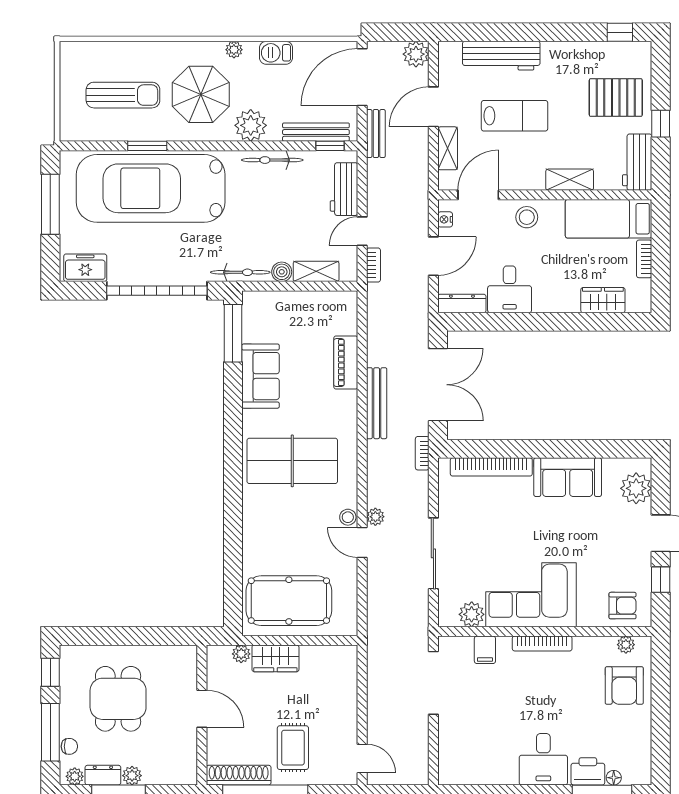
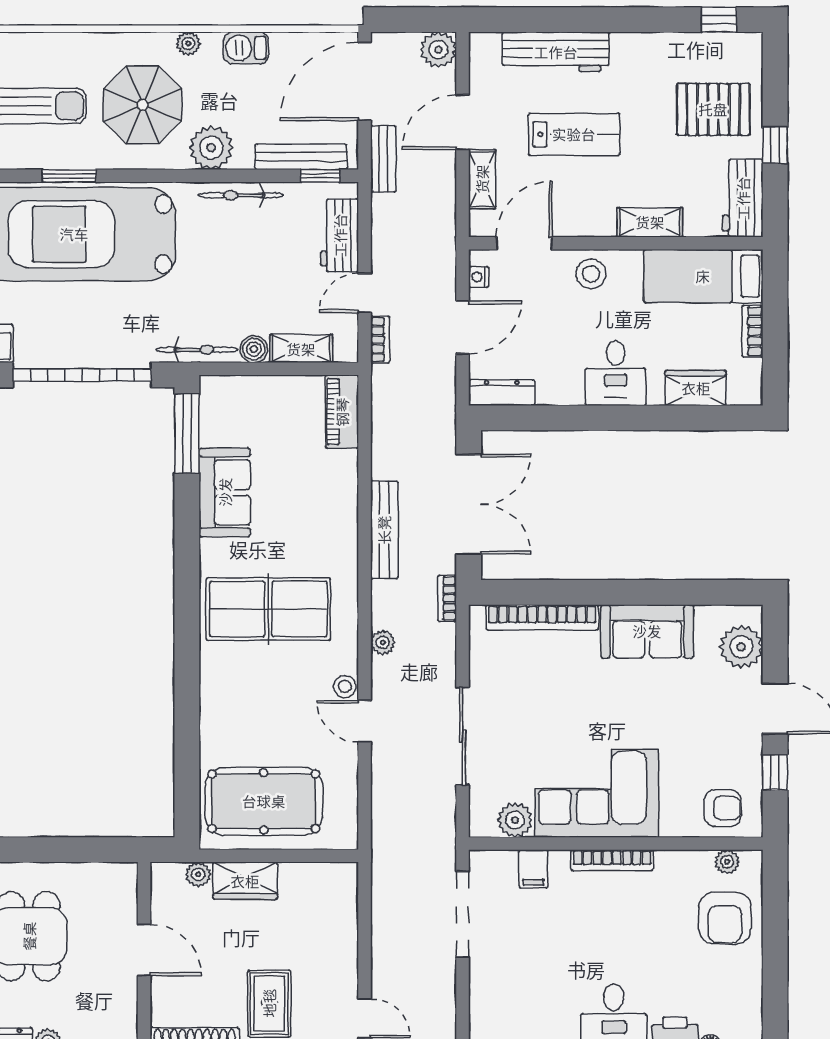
desk: (510, 289) -> (616, 373), moved
piano: (346, 363) -> (342, 412), moved
plant: (375, 517) -> (383, 642), moved

